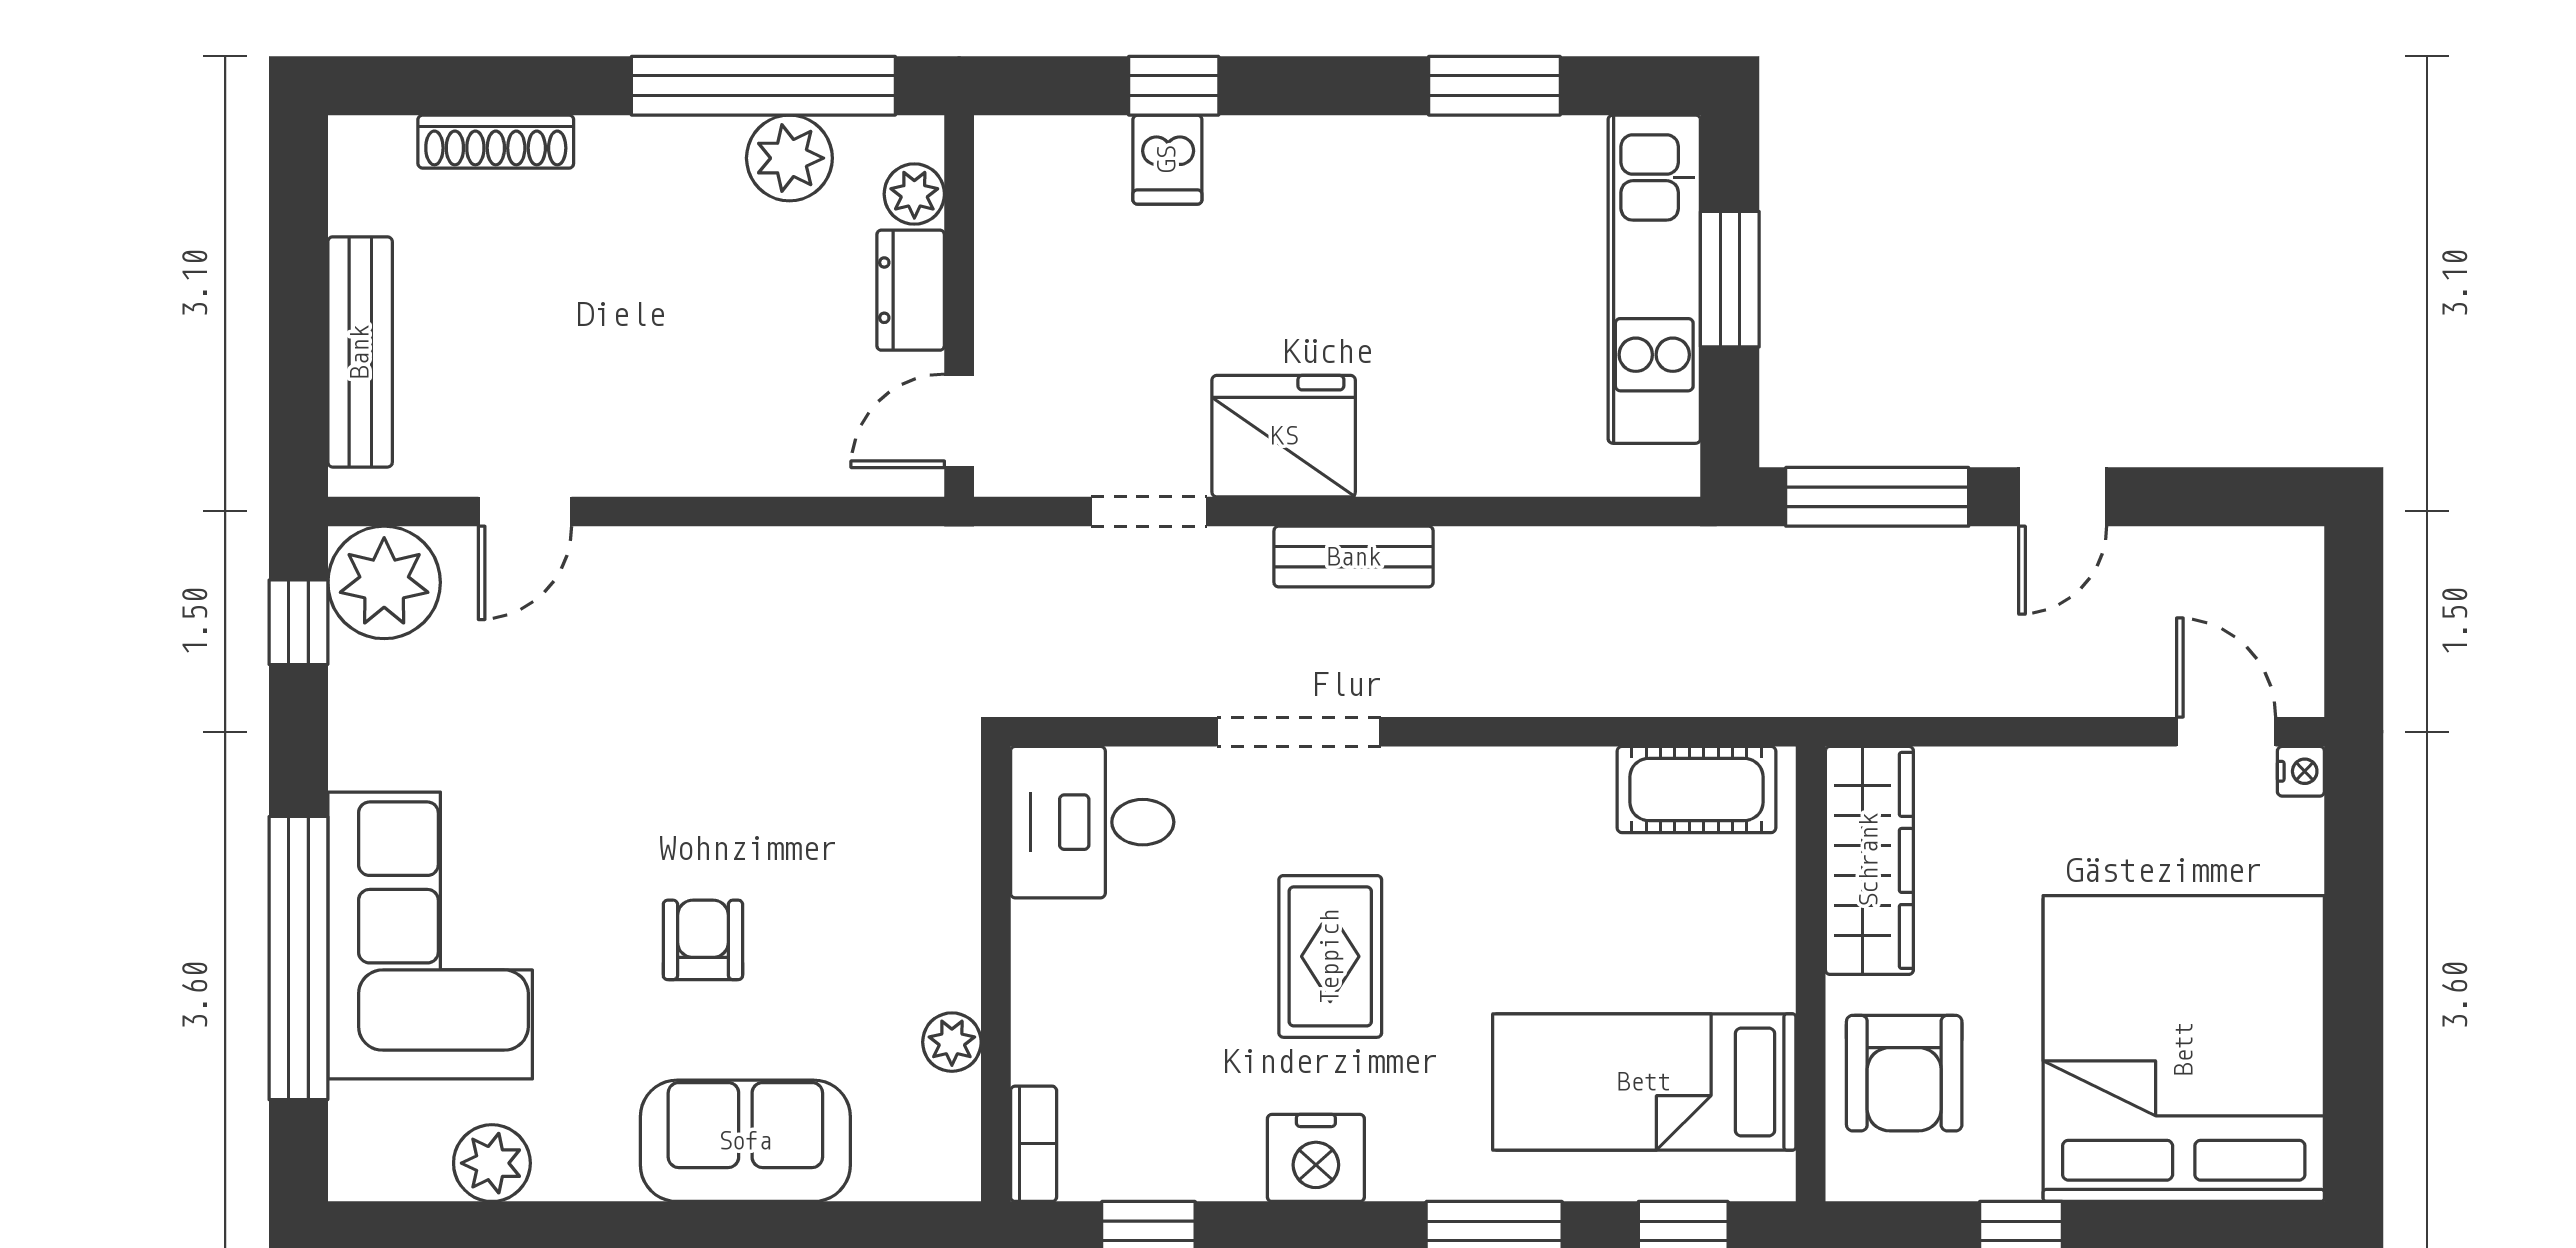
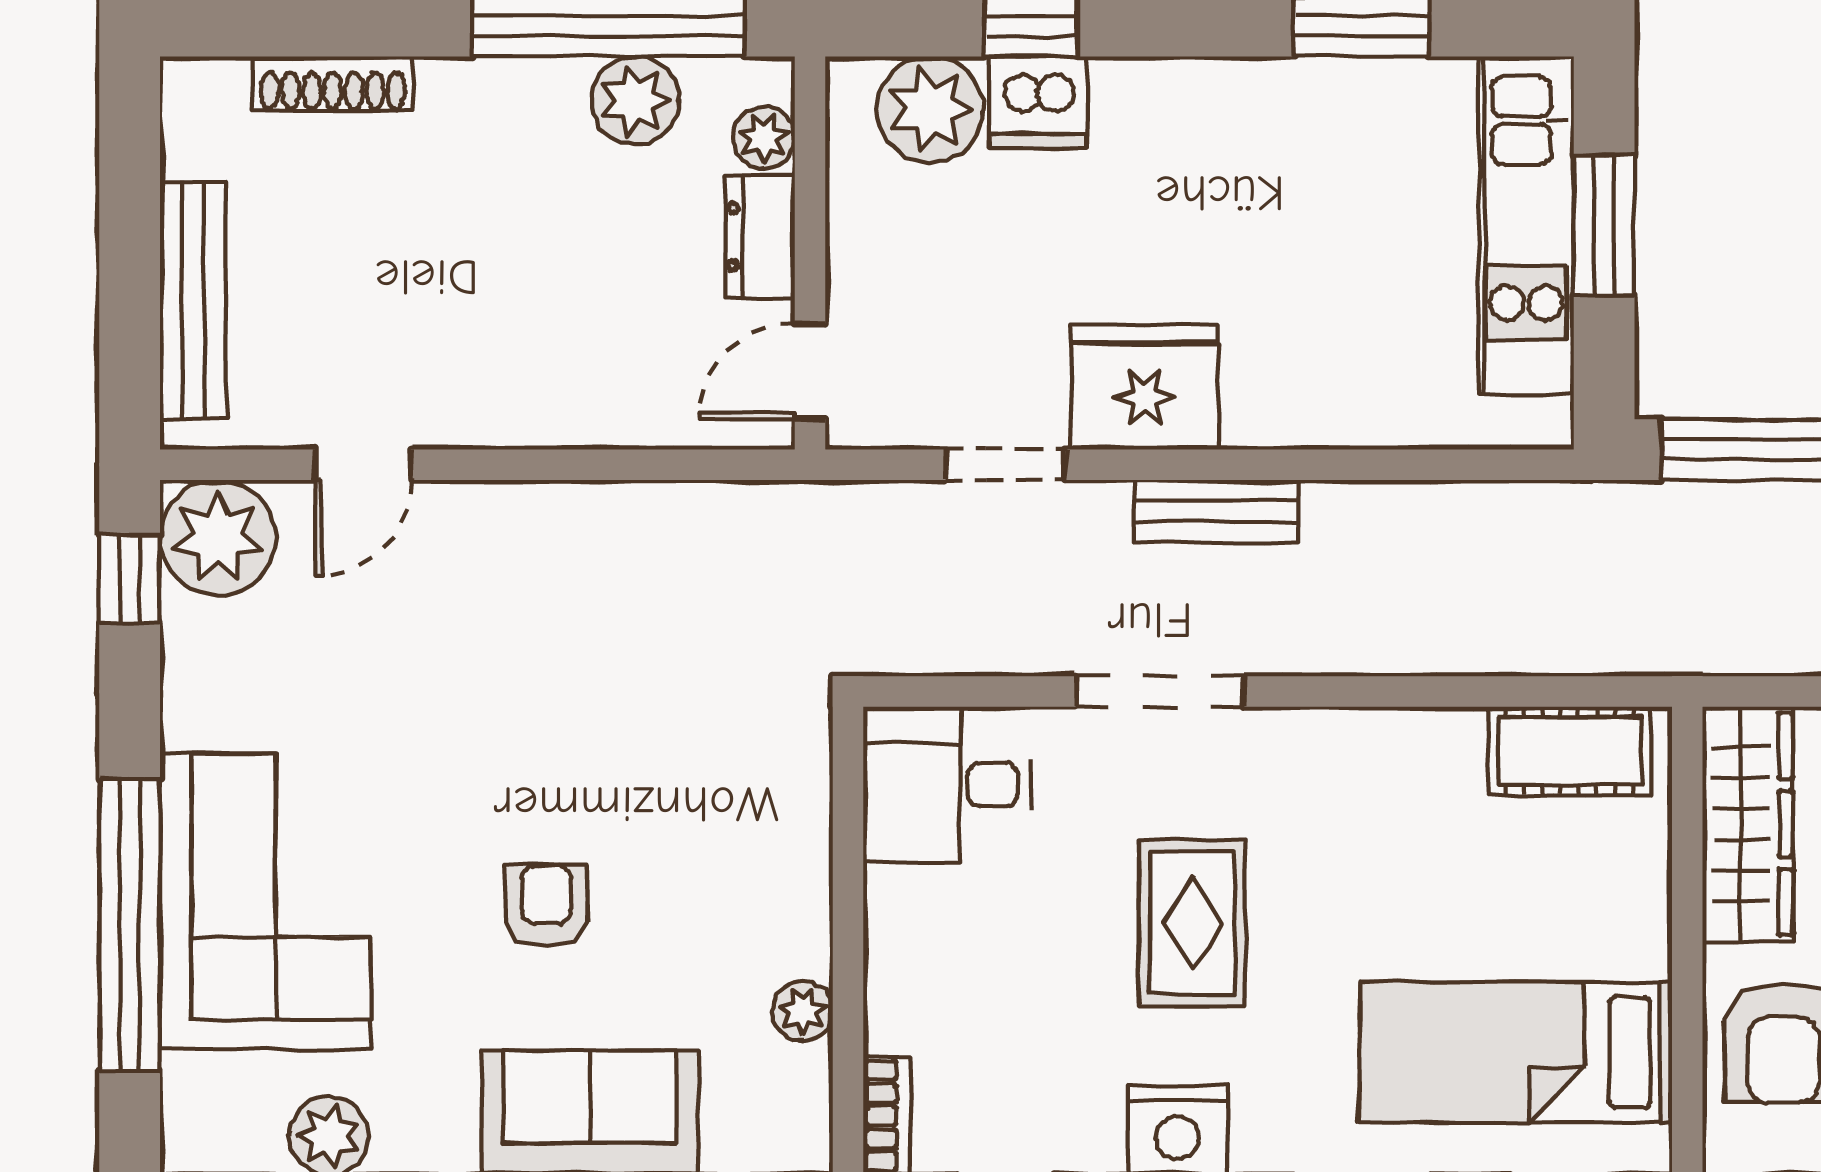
dishwasher: (1167, 160) -> (1038, 102), width x1.38
plant: (1075, 167) -> (930, 109), added

